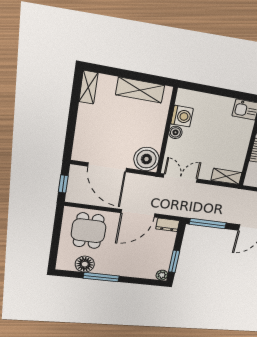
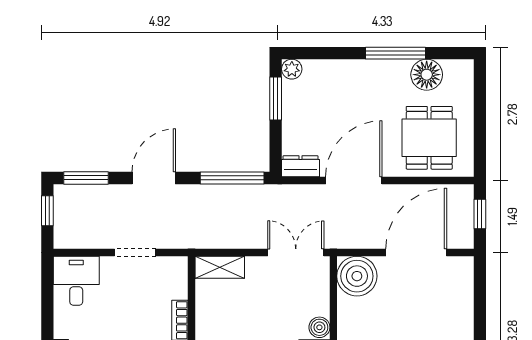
door: (107, 167) -> (416, 252), hinge flipped
double door: (180, 178) -> (296, 252), swing flipped

